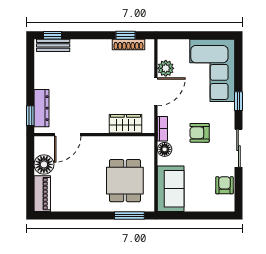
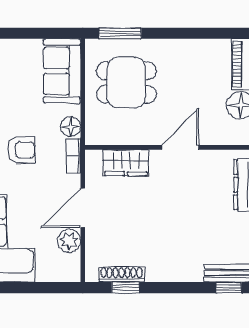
door: (68, 135) -> (180, 147), moved
dining table: (125, 181) -> (126, 83), turned 90

